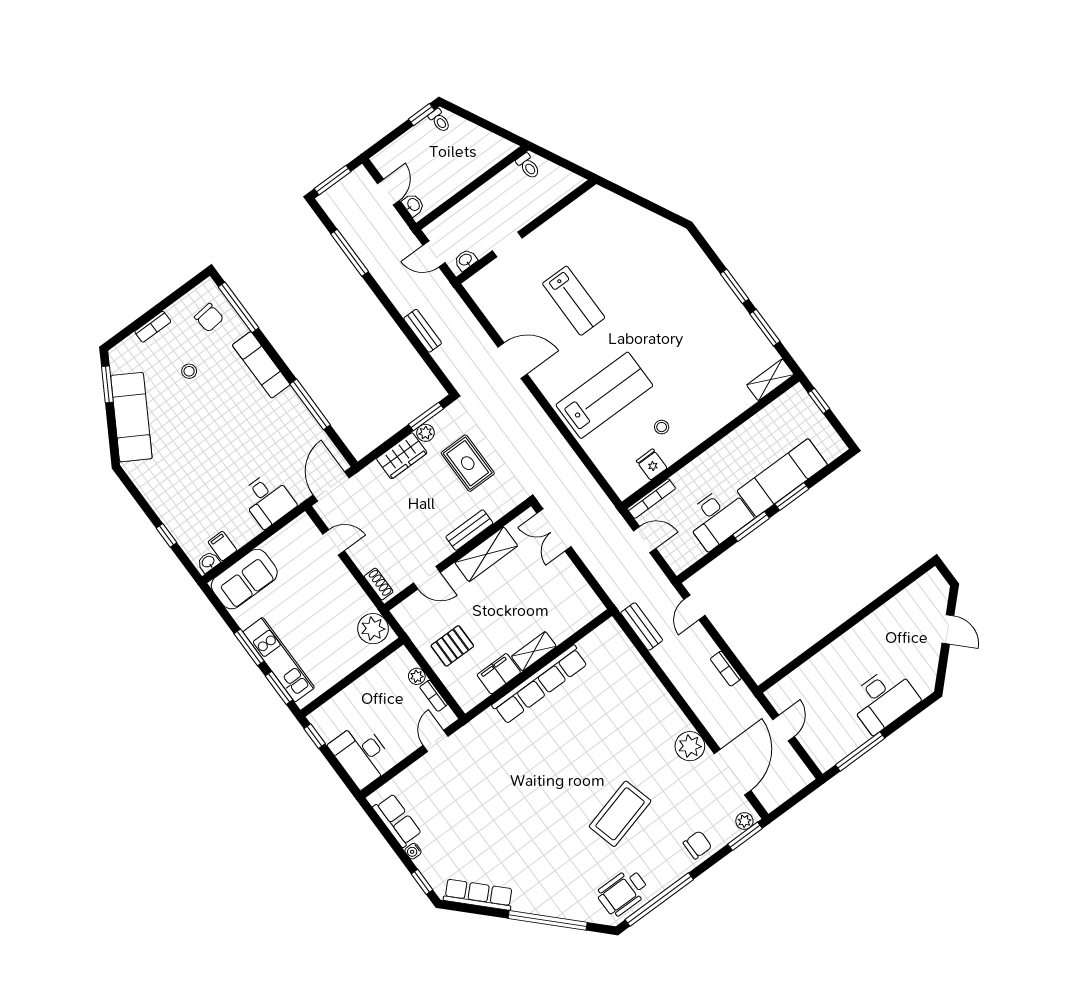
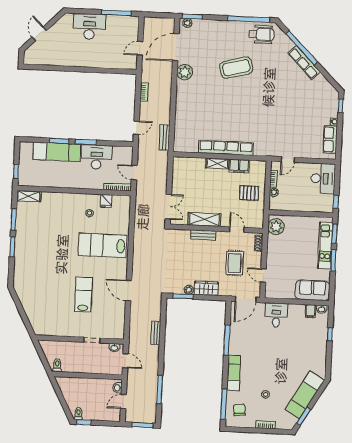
rug: (468, 463) -> (235, 263), moved
chair: (697, 845) -> (215, 29), removed
row of seats: (478, 895) -> (304, 63), moved

